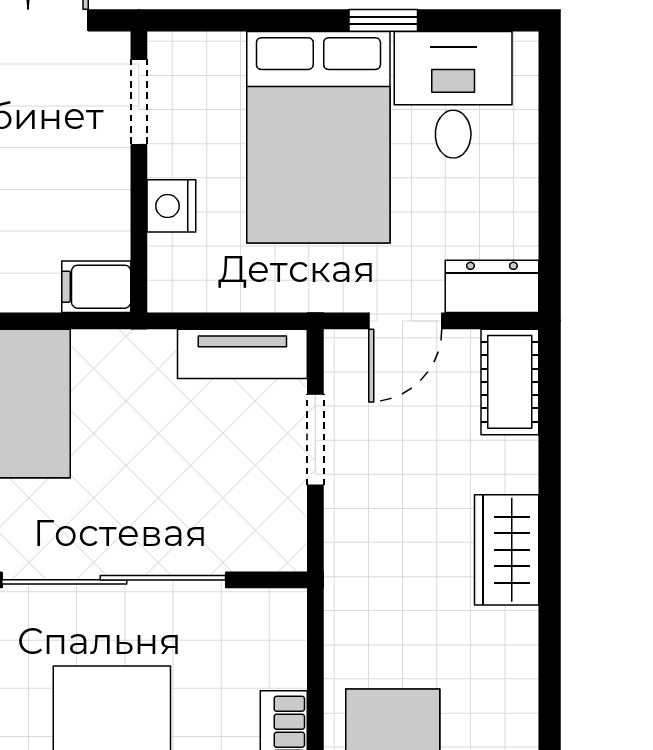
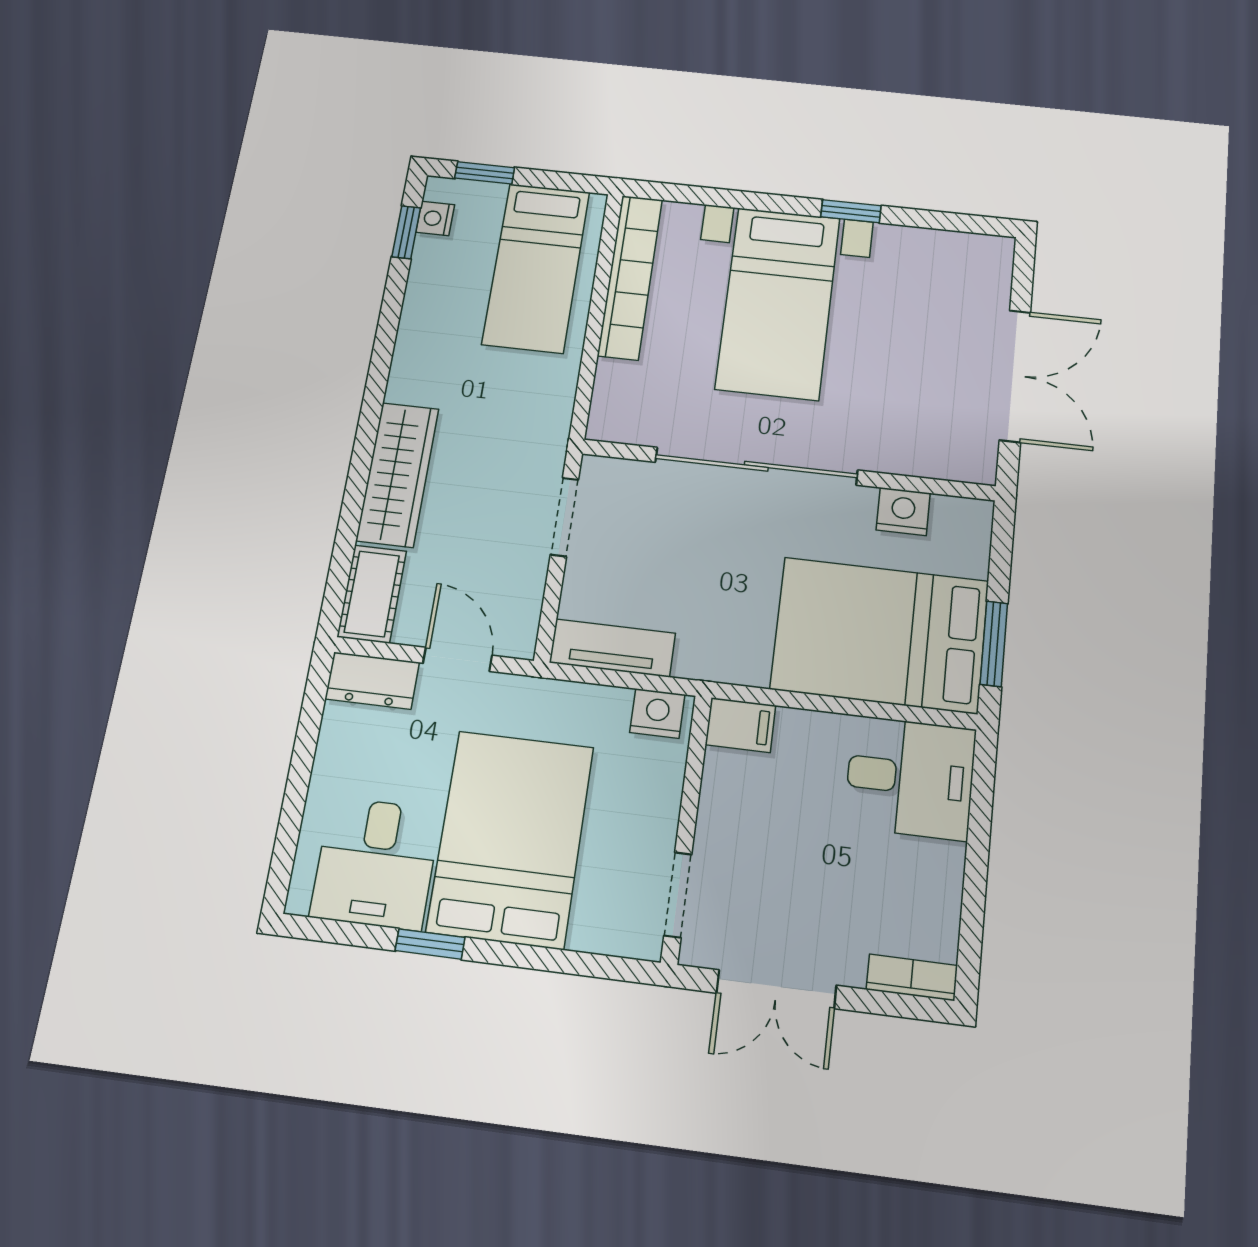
nightstand: (171, 206) -> (657, 713), moved, turned -90
door: (405, 321) -> (457, 659), hinge flipped
doorway: (315, 440) -> (564, 517), moved
wardrobe: (507, 550) -> (398, 474), width x1.50

